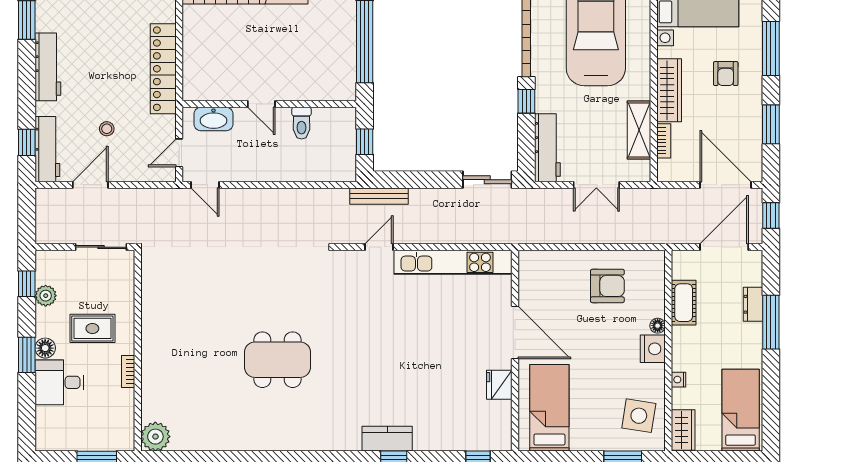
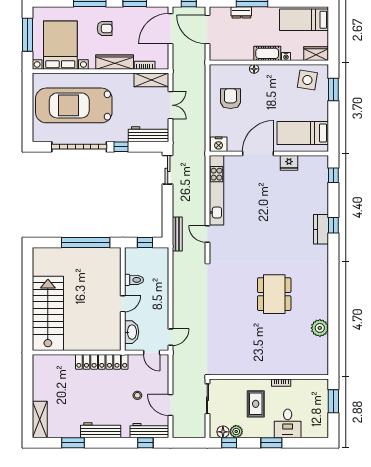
shelving: (639, 130) -> (151, 80), moved
cot: (684, 303) -> (267, 53), moved
floor lamp: (45, 348) -> (223, 432), moved
nightstand: (653, 349) -> (219, 144), moved, turned 180
plant: (155, 437) -> (320, 328), moved

